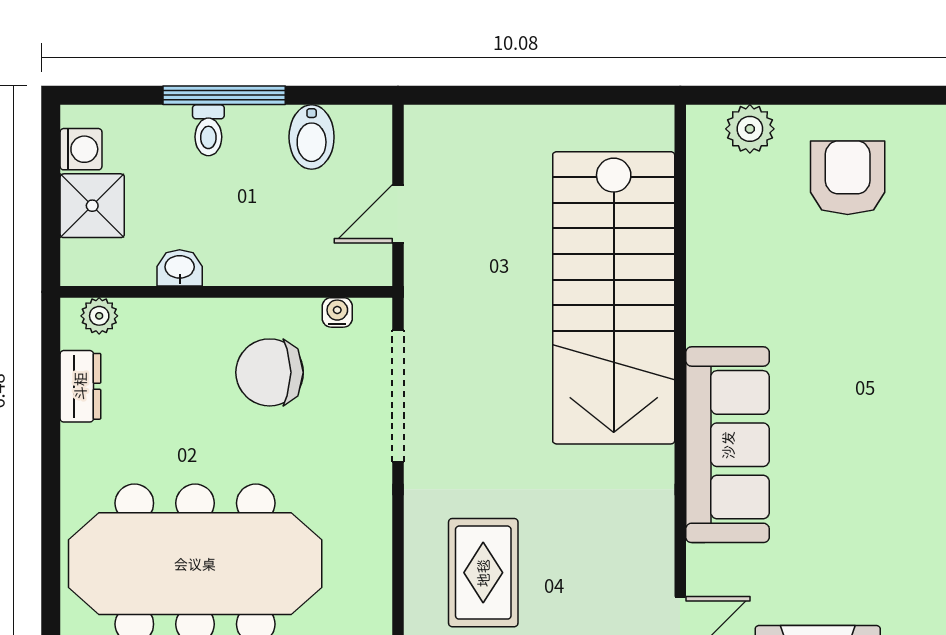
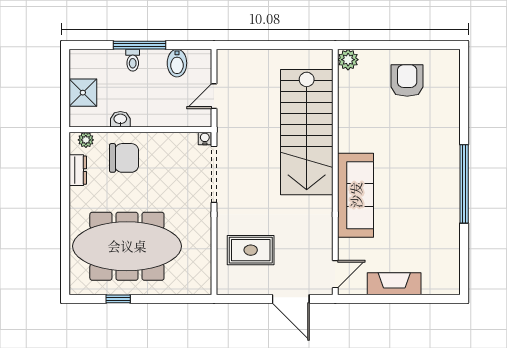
plant: (750, 129) -> (348, 60), moved
washing machine: (81, 149) -> (78, 68), removed
water cooler: (337, 312) -> (205, 138), moved
chair: (270, 372) -> (124, 158), moved, turned 180
rug: (483, 573) -> (251, 250), turned 90

